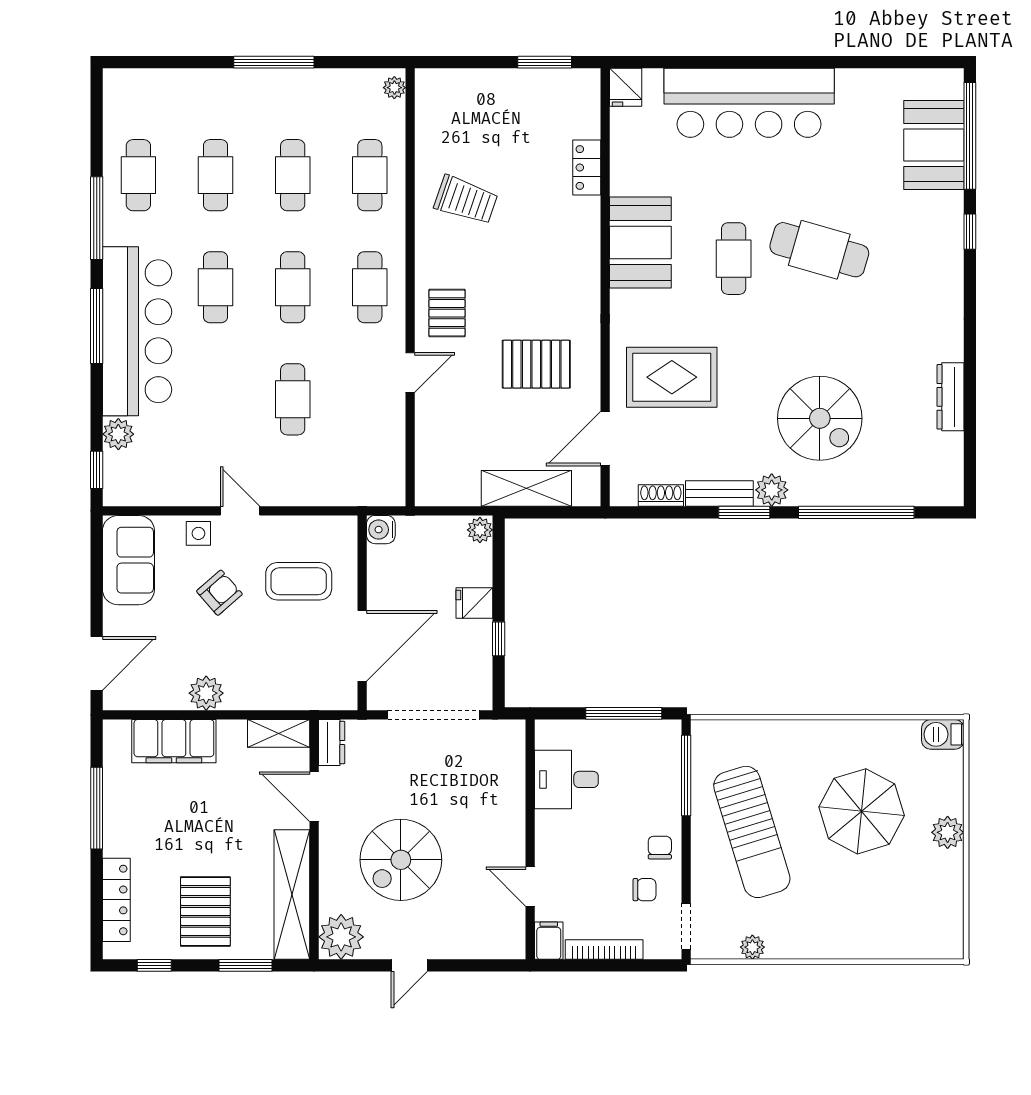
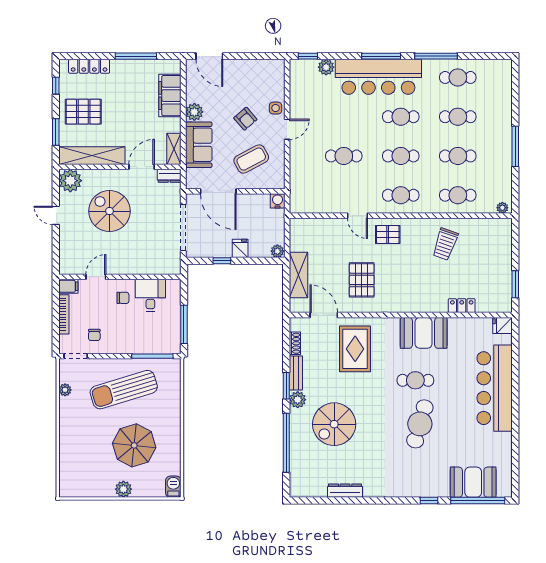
sofa: (128, 560) -> (199, 145), moved, turned -90
coffee table: (299, 581) -> (251, 159), turned 62
chair: (660, 848) -> (123, 298), moved

